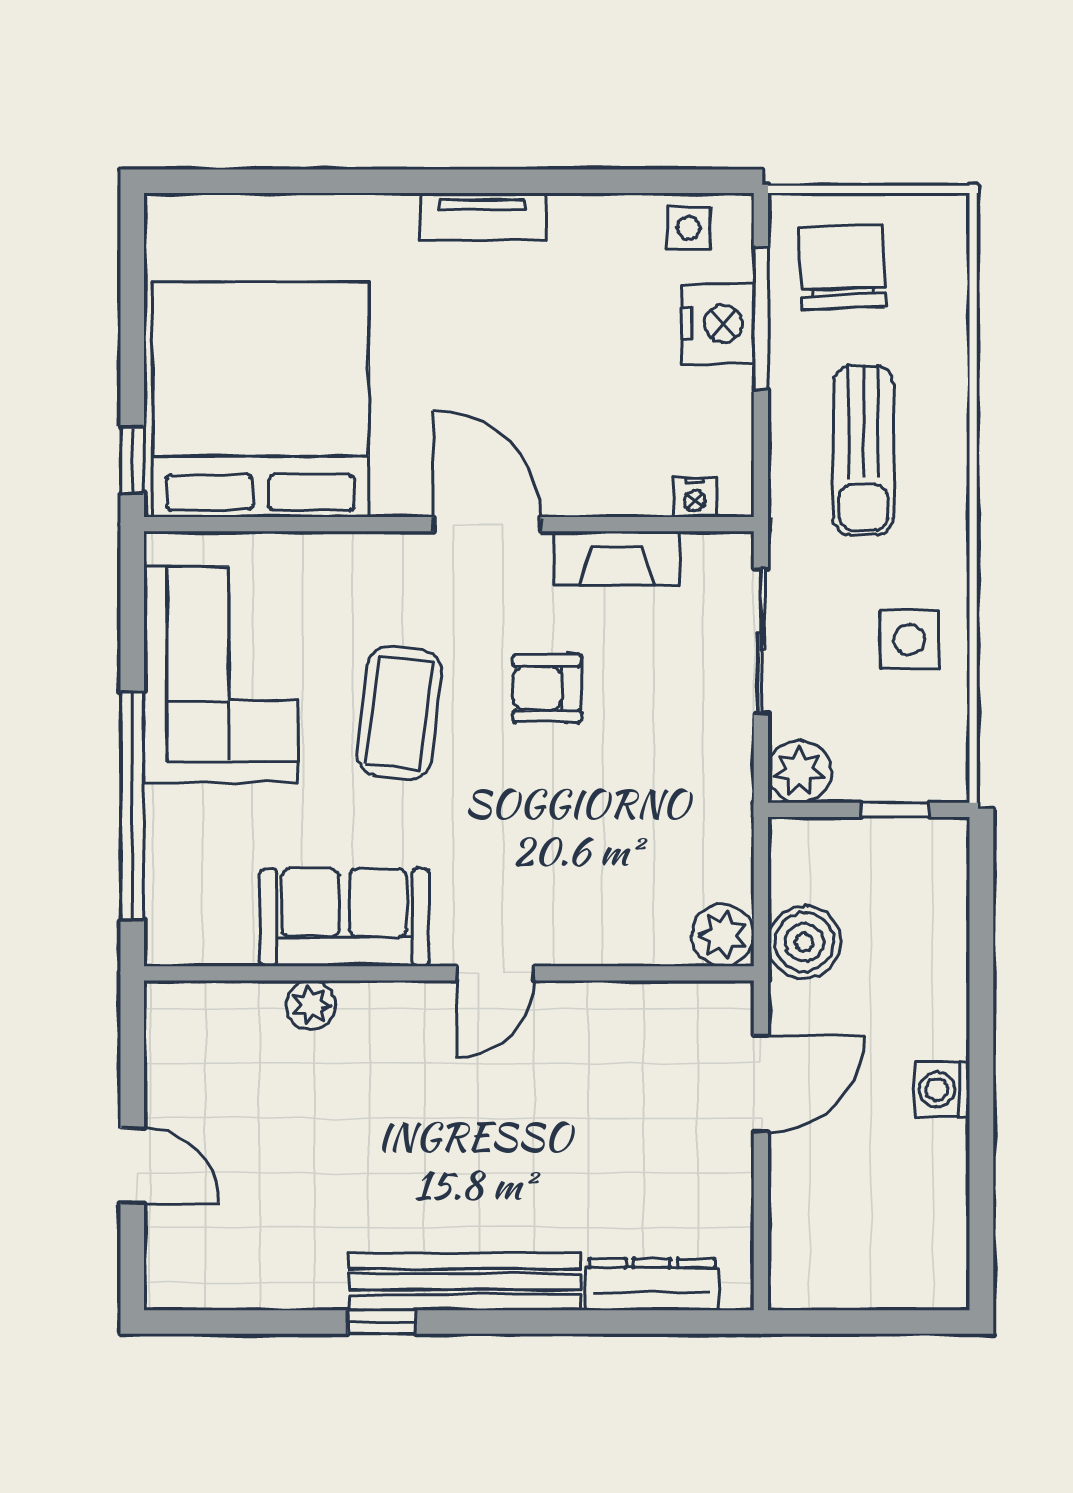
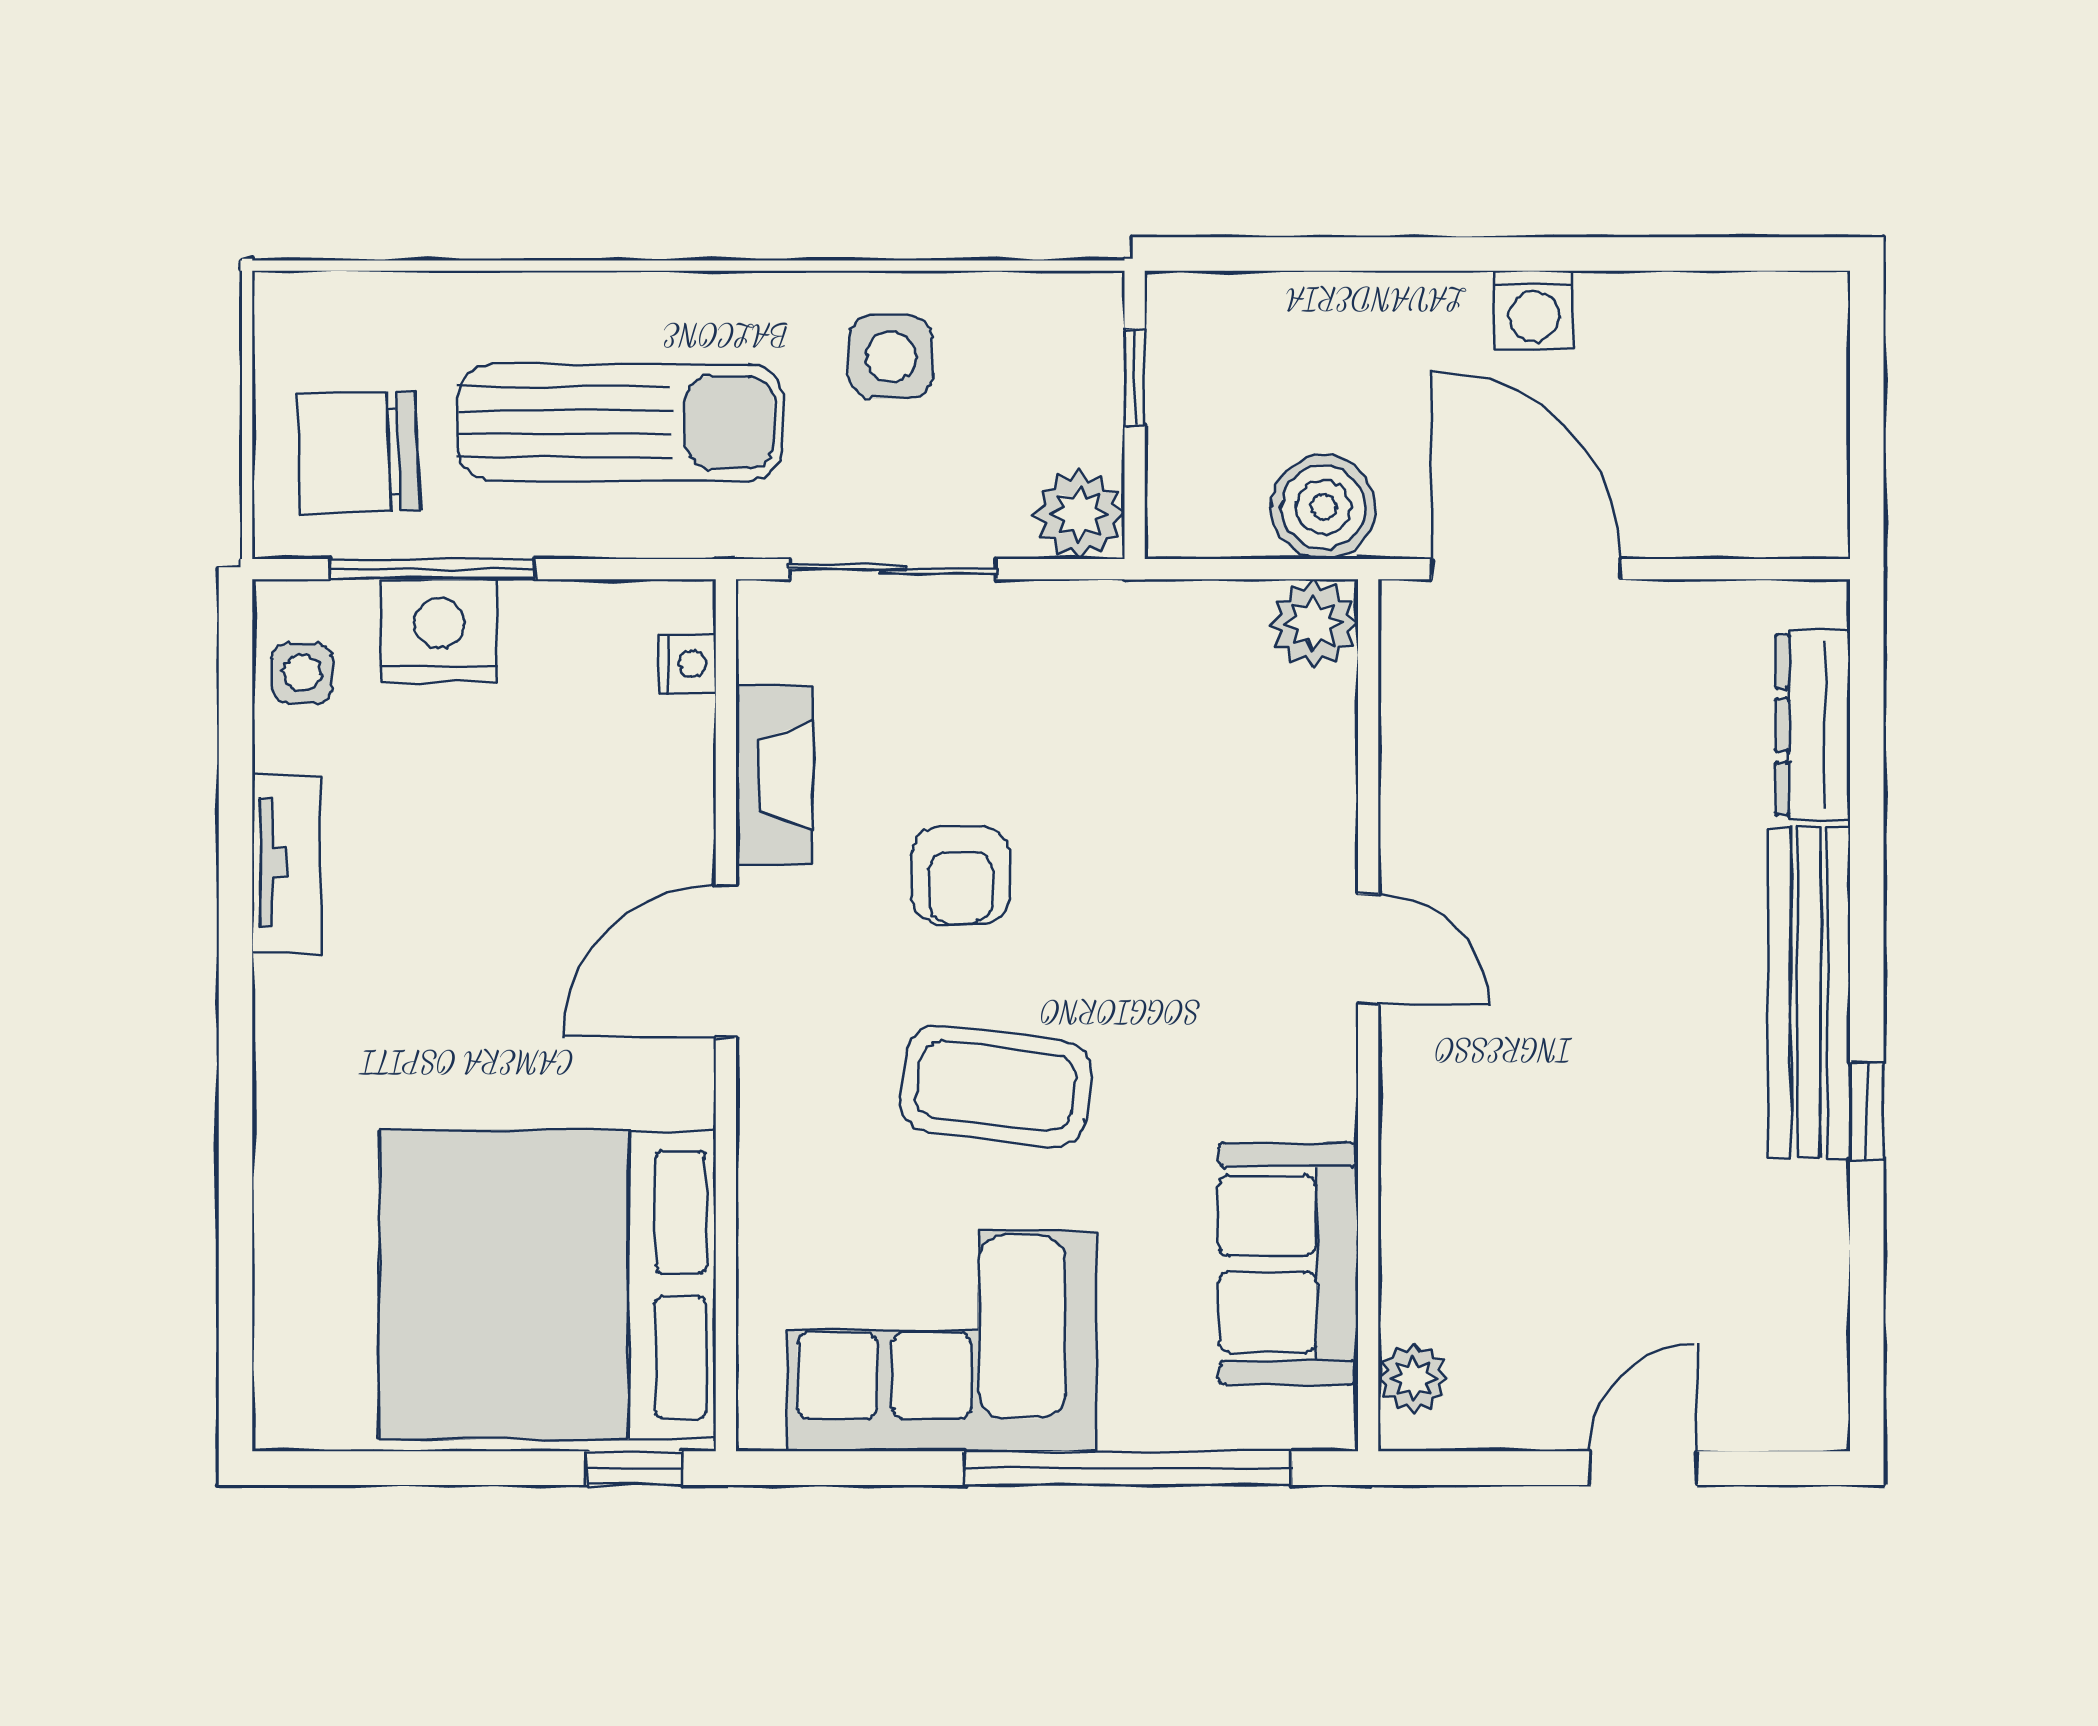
tv unit: (483, 217) -> (286, 863), moved
sun lounger: (864, 450) -> (620, 422), width x1.36, depth x1.34
sofa: (344, 917) -> (1288, 1264), moved
plant: (311, 1005) -> (1413, 1378), moved
door: (761, 1084) -> (1526, 569), width x1.36

